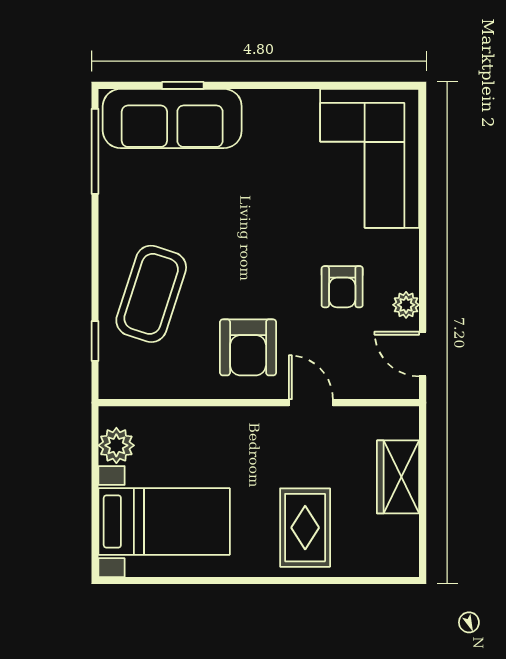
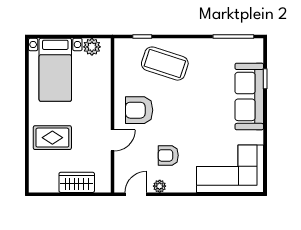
sofa: (172, 118) -> (249, 96), moved

